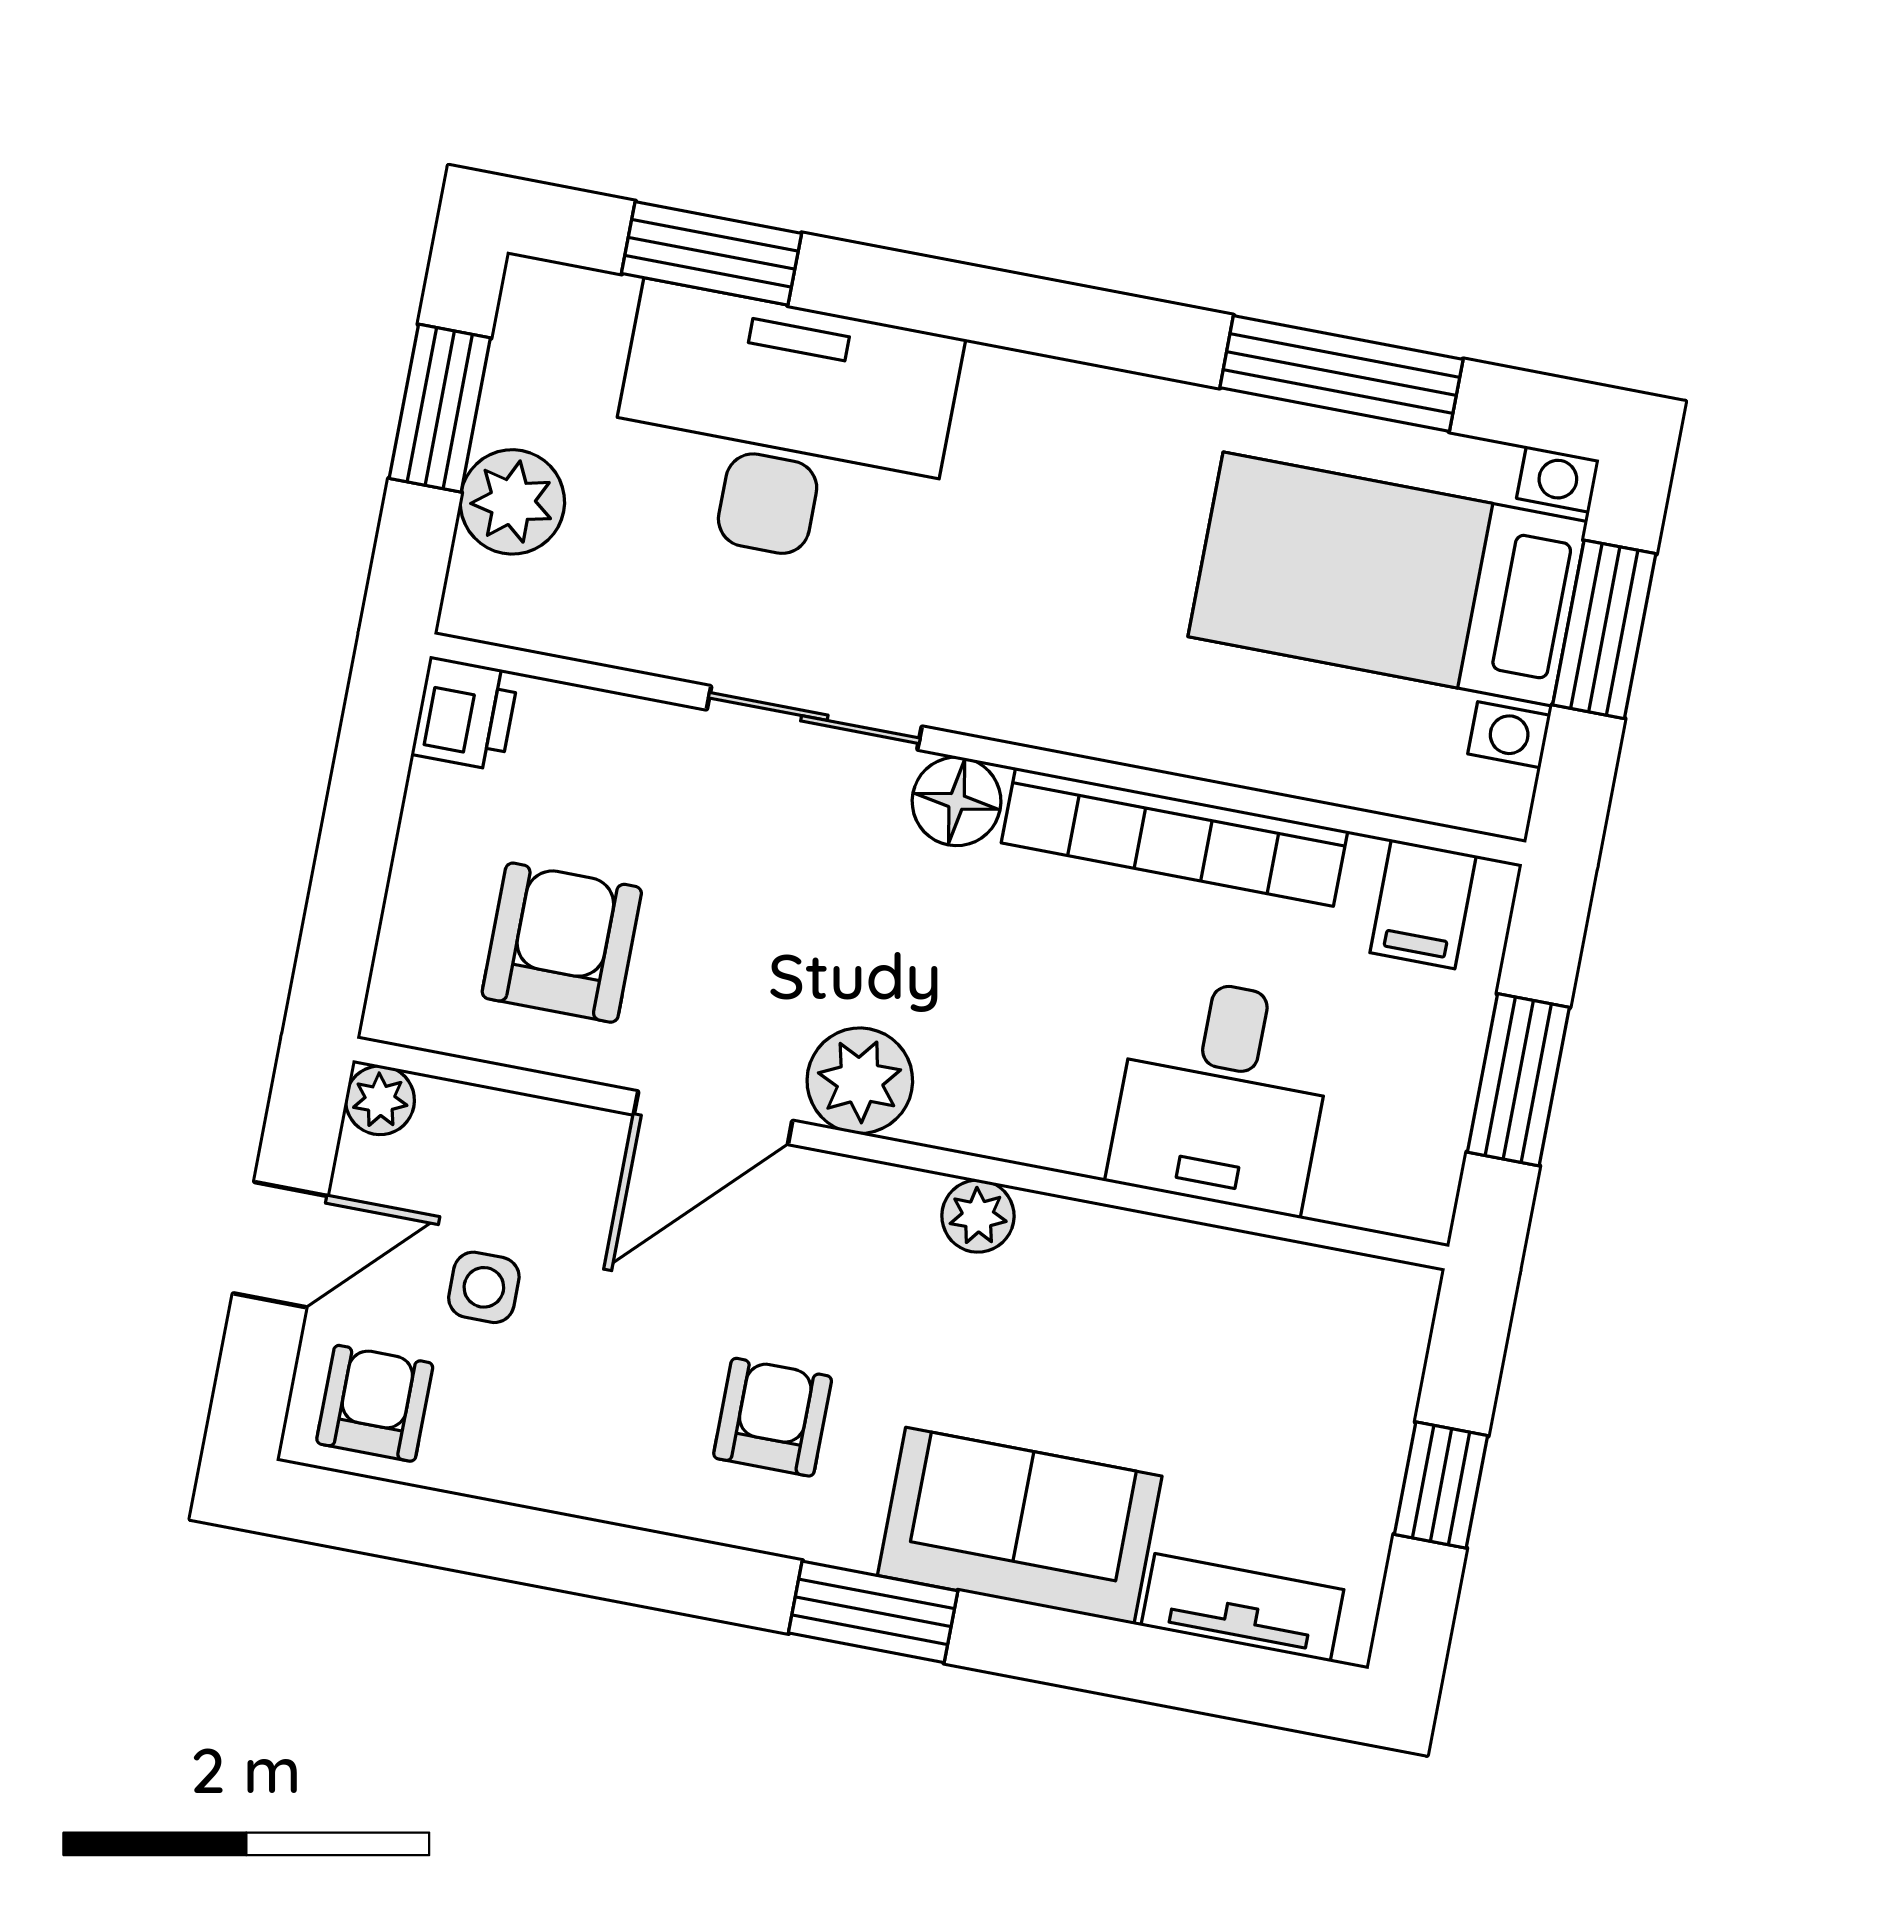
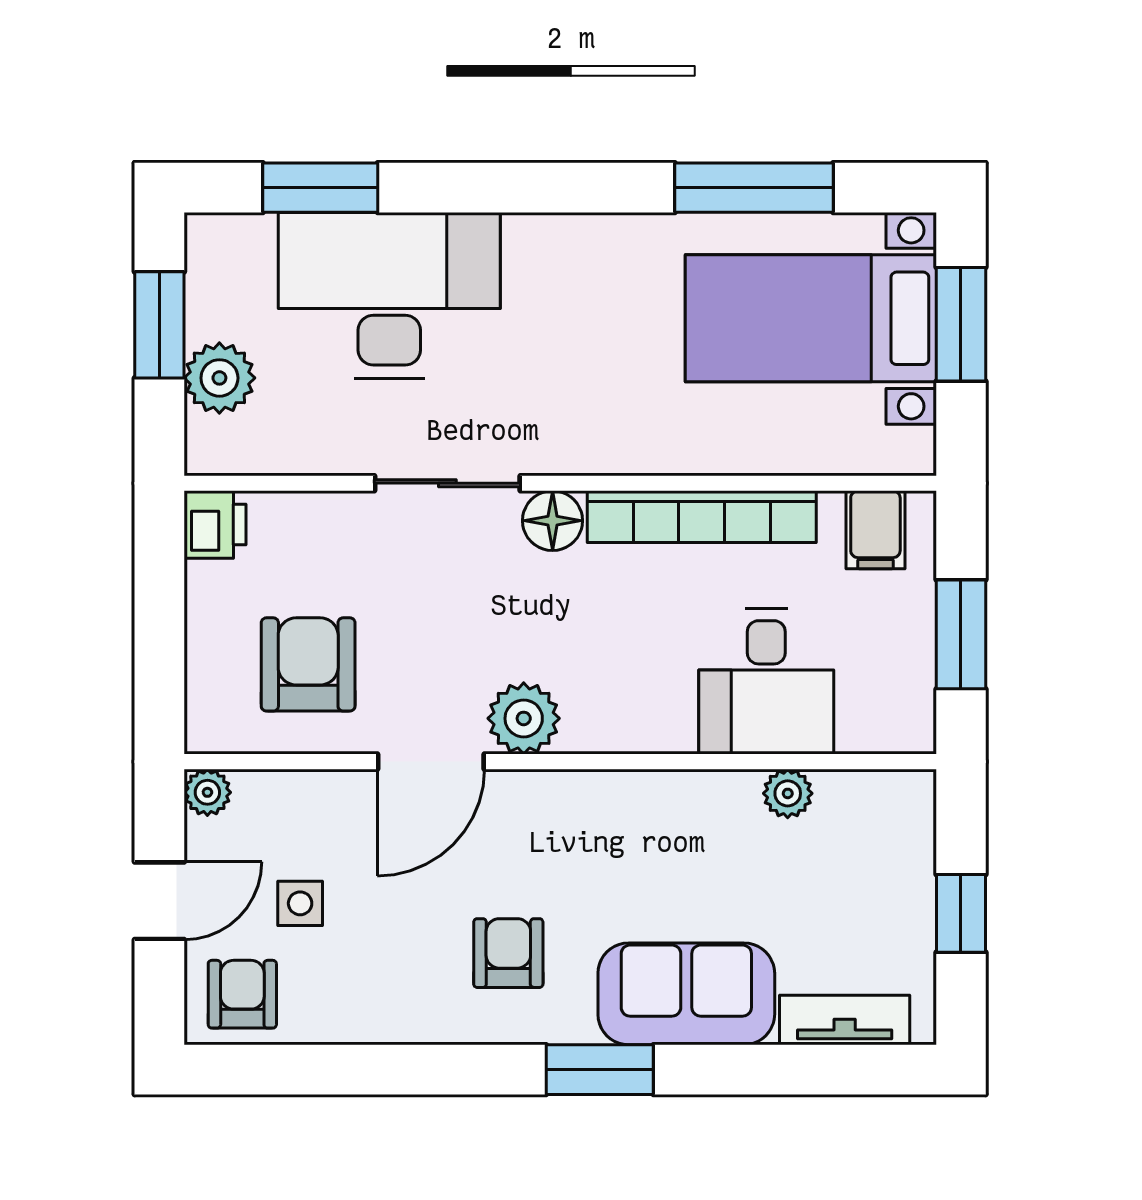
plant: (978, 1216) -> (788, 793), moved

